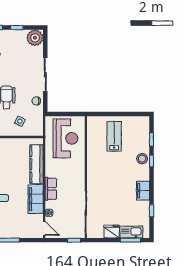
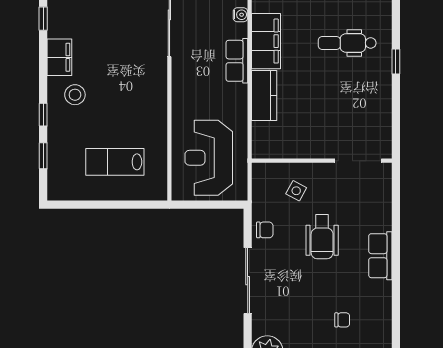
lab bench: (114, 136) -> (115, 162), turned 90
stool: (142, 159) -> (75, 95), moved
kitchen counter: (37, 164) -> (264, 96), width x0.67

